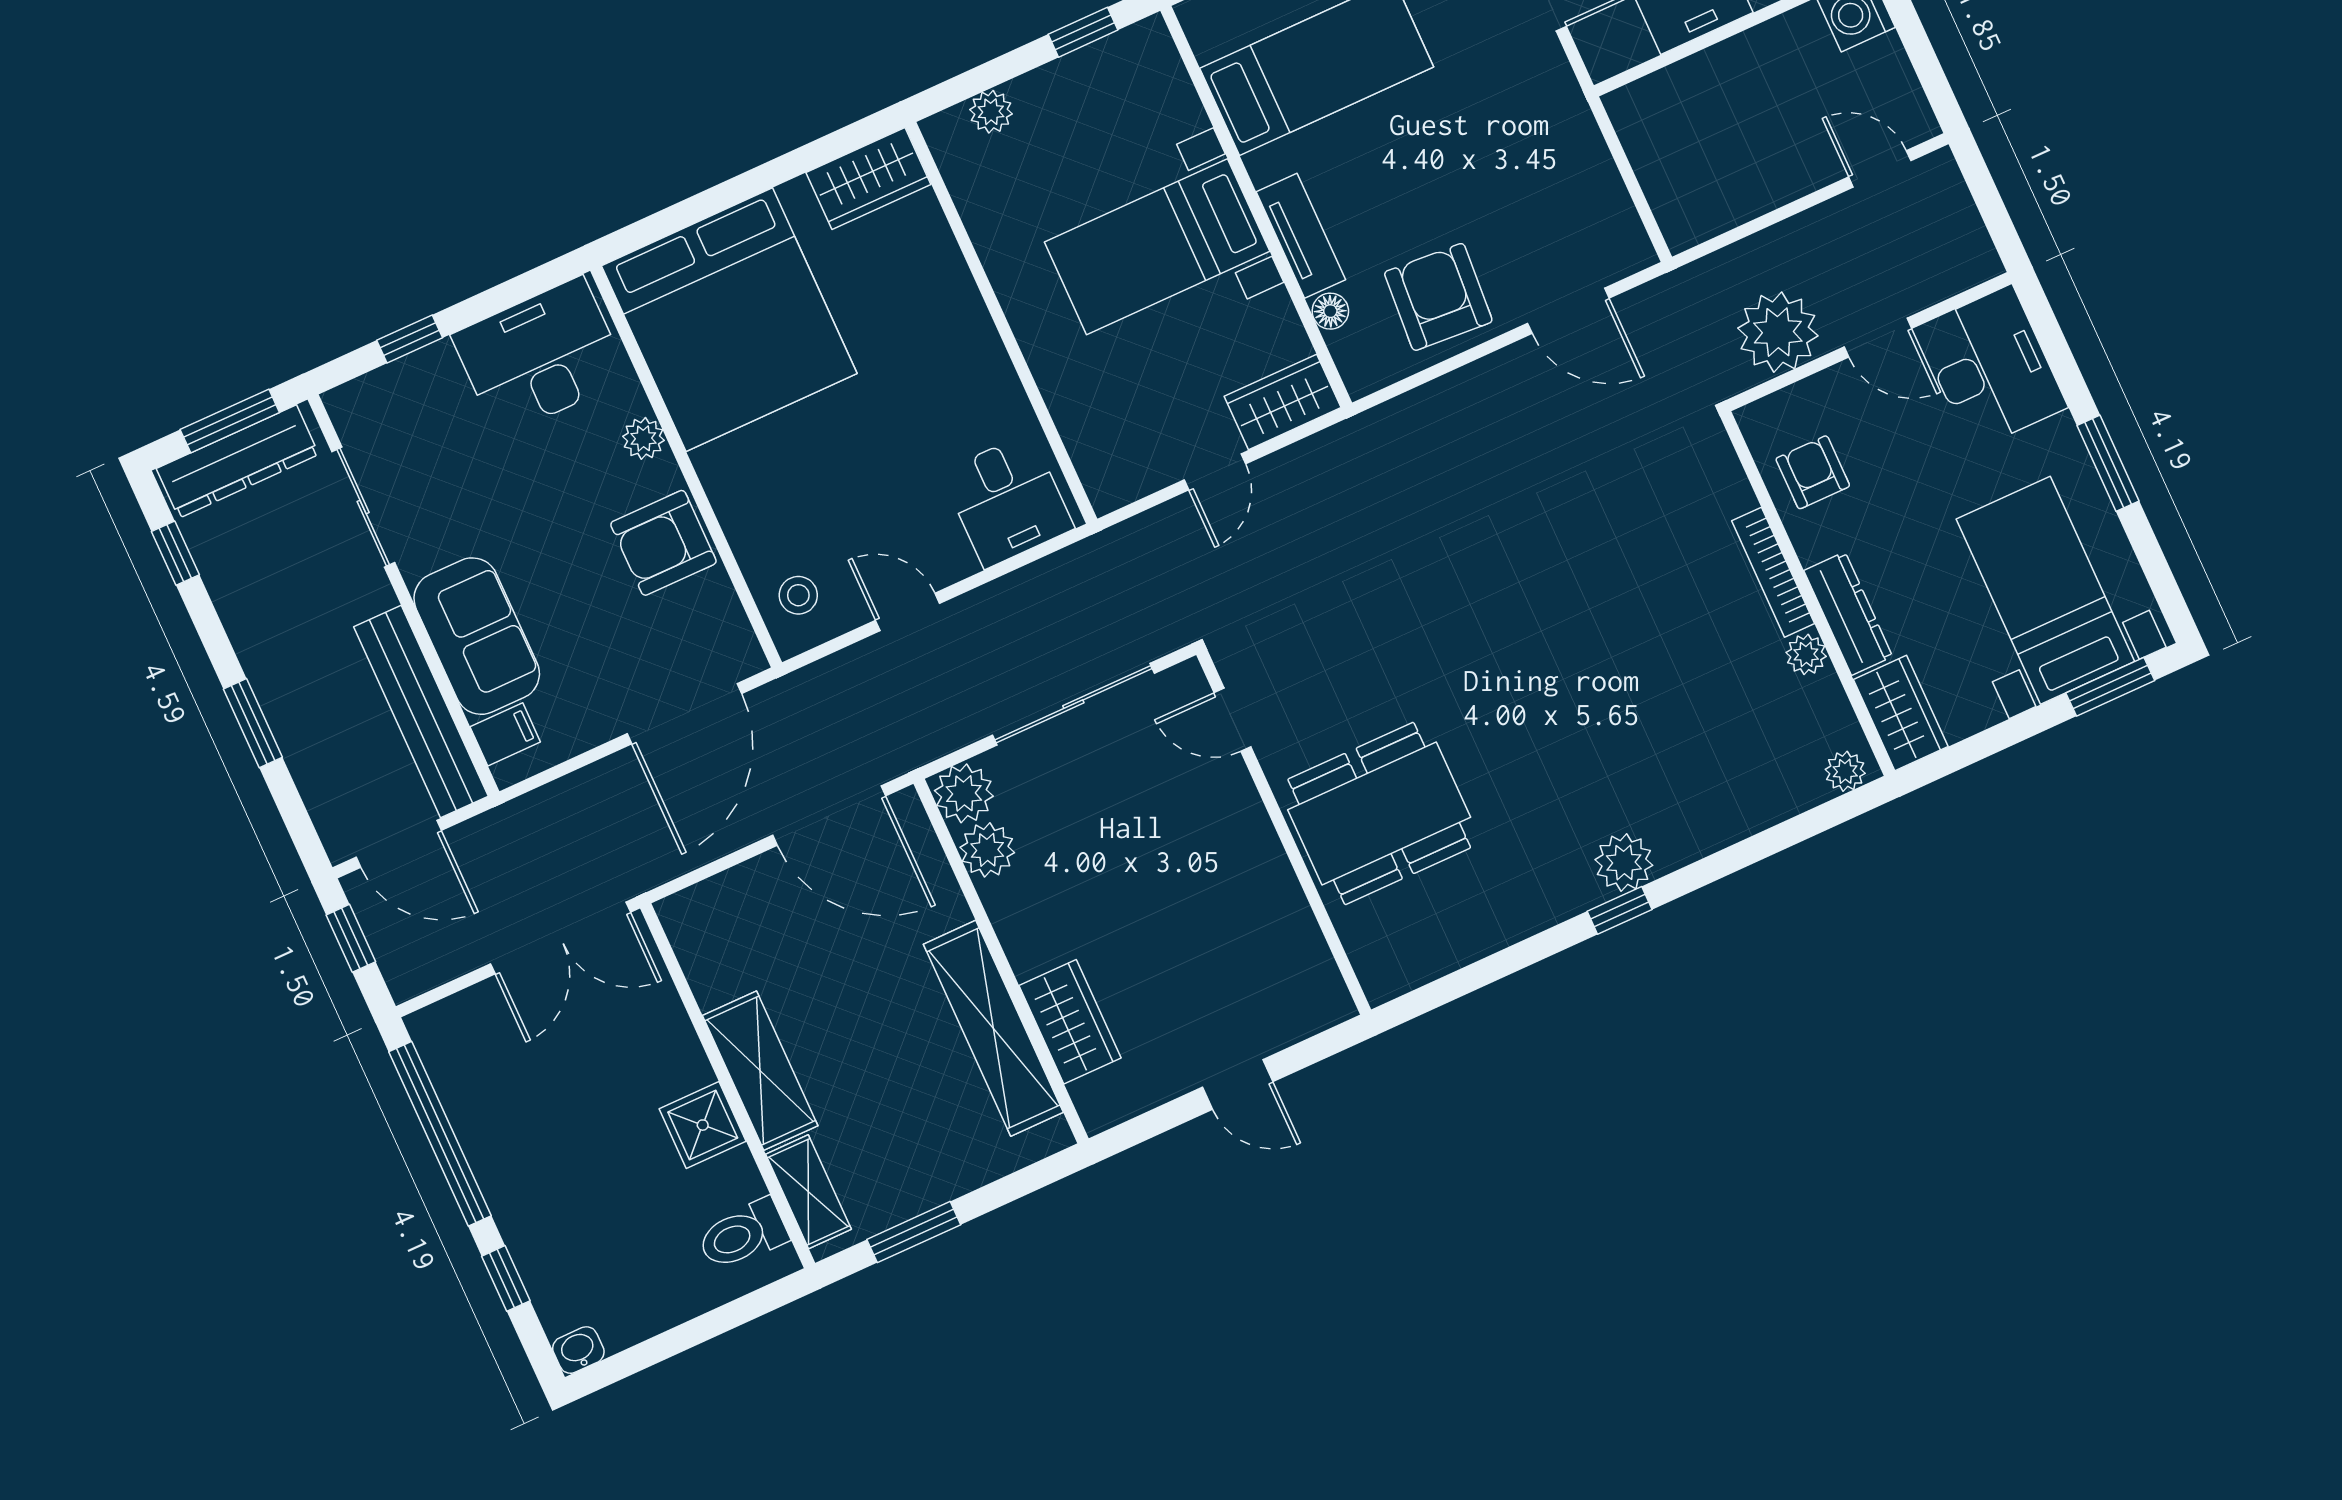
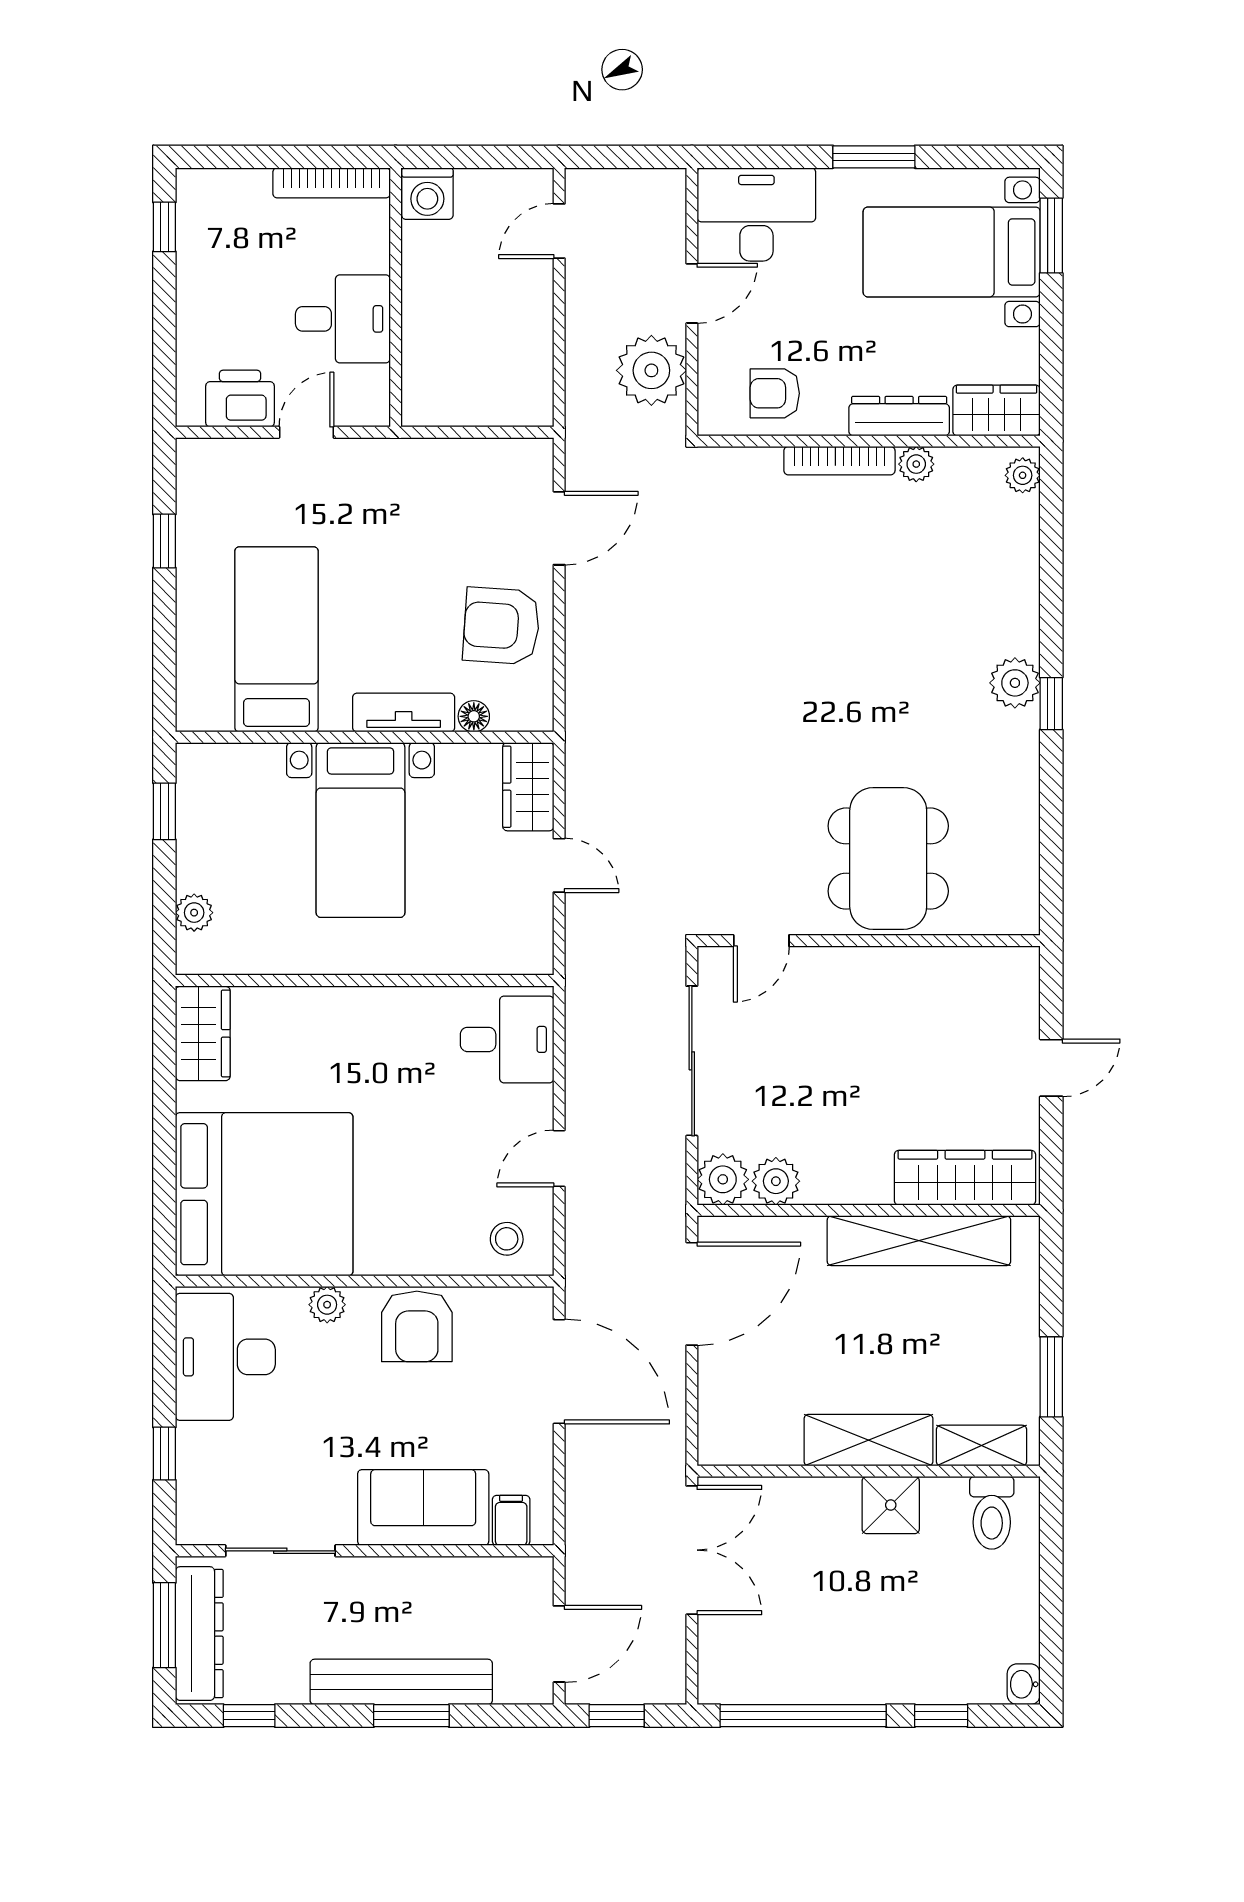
bench: (421, 712) -> (401, 1682), moved
wardrobe: (1070, 1022) -> (965, 1178), width x1.50

